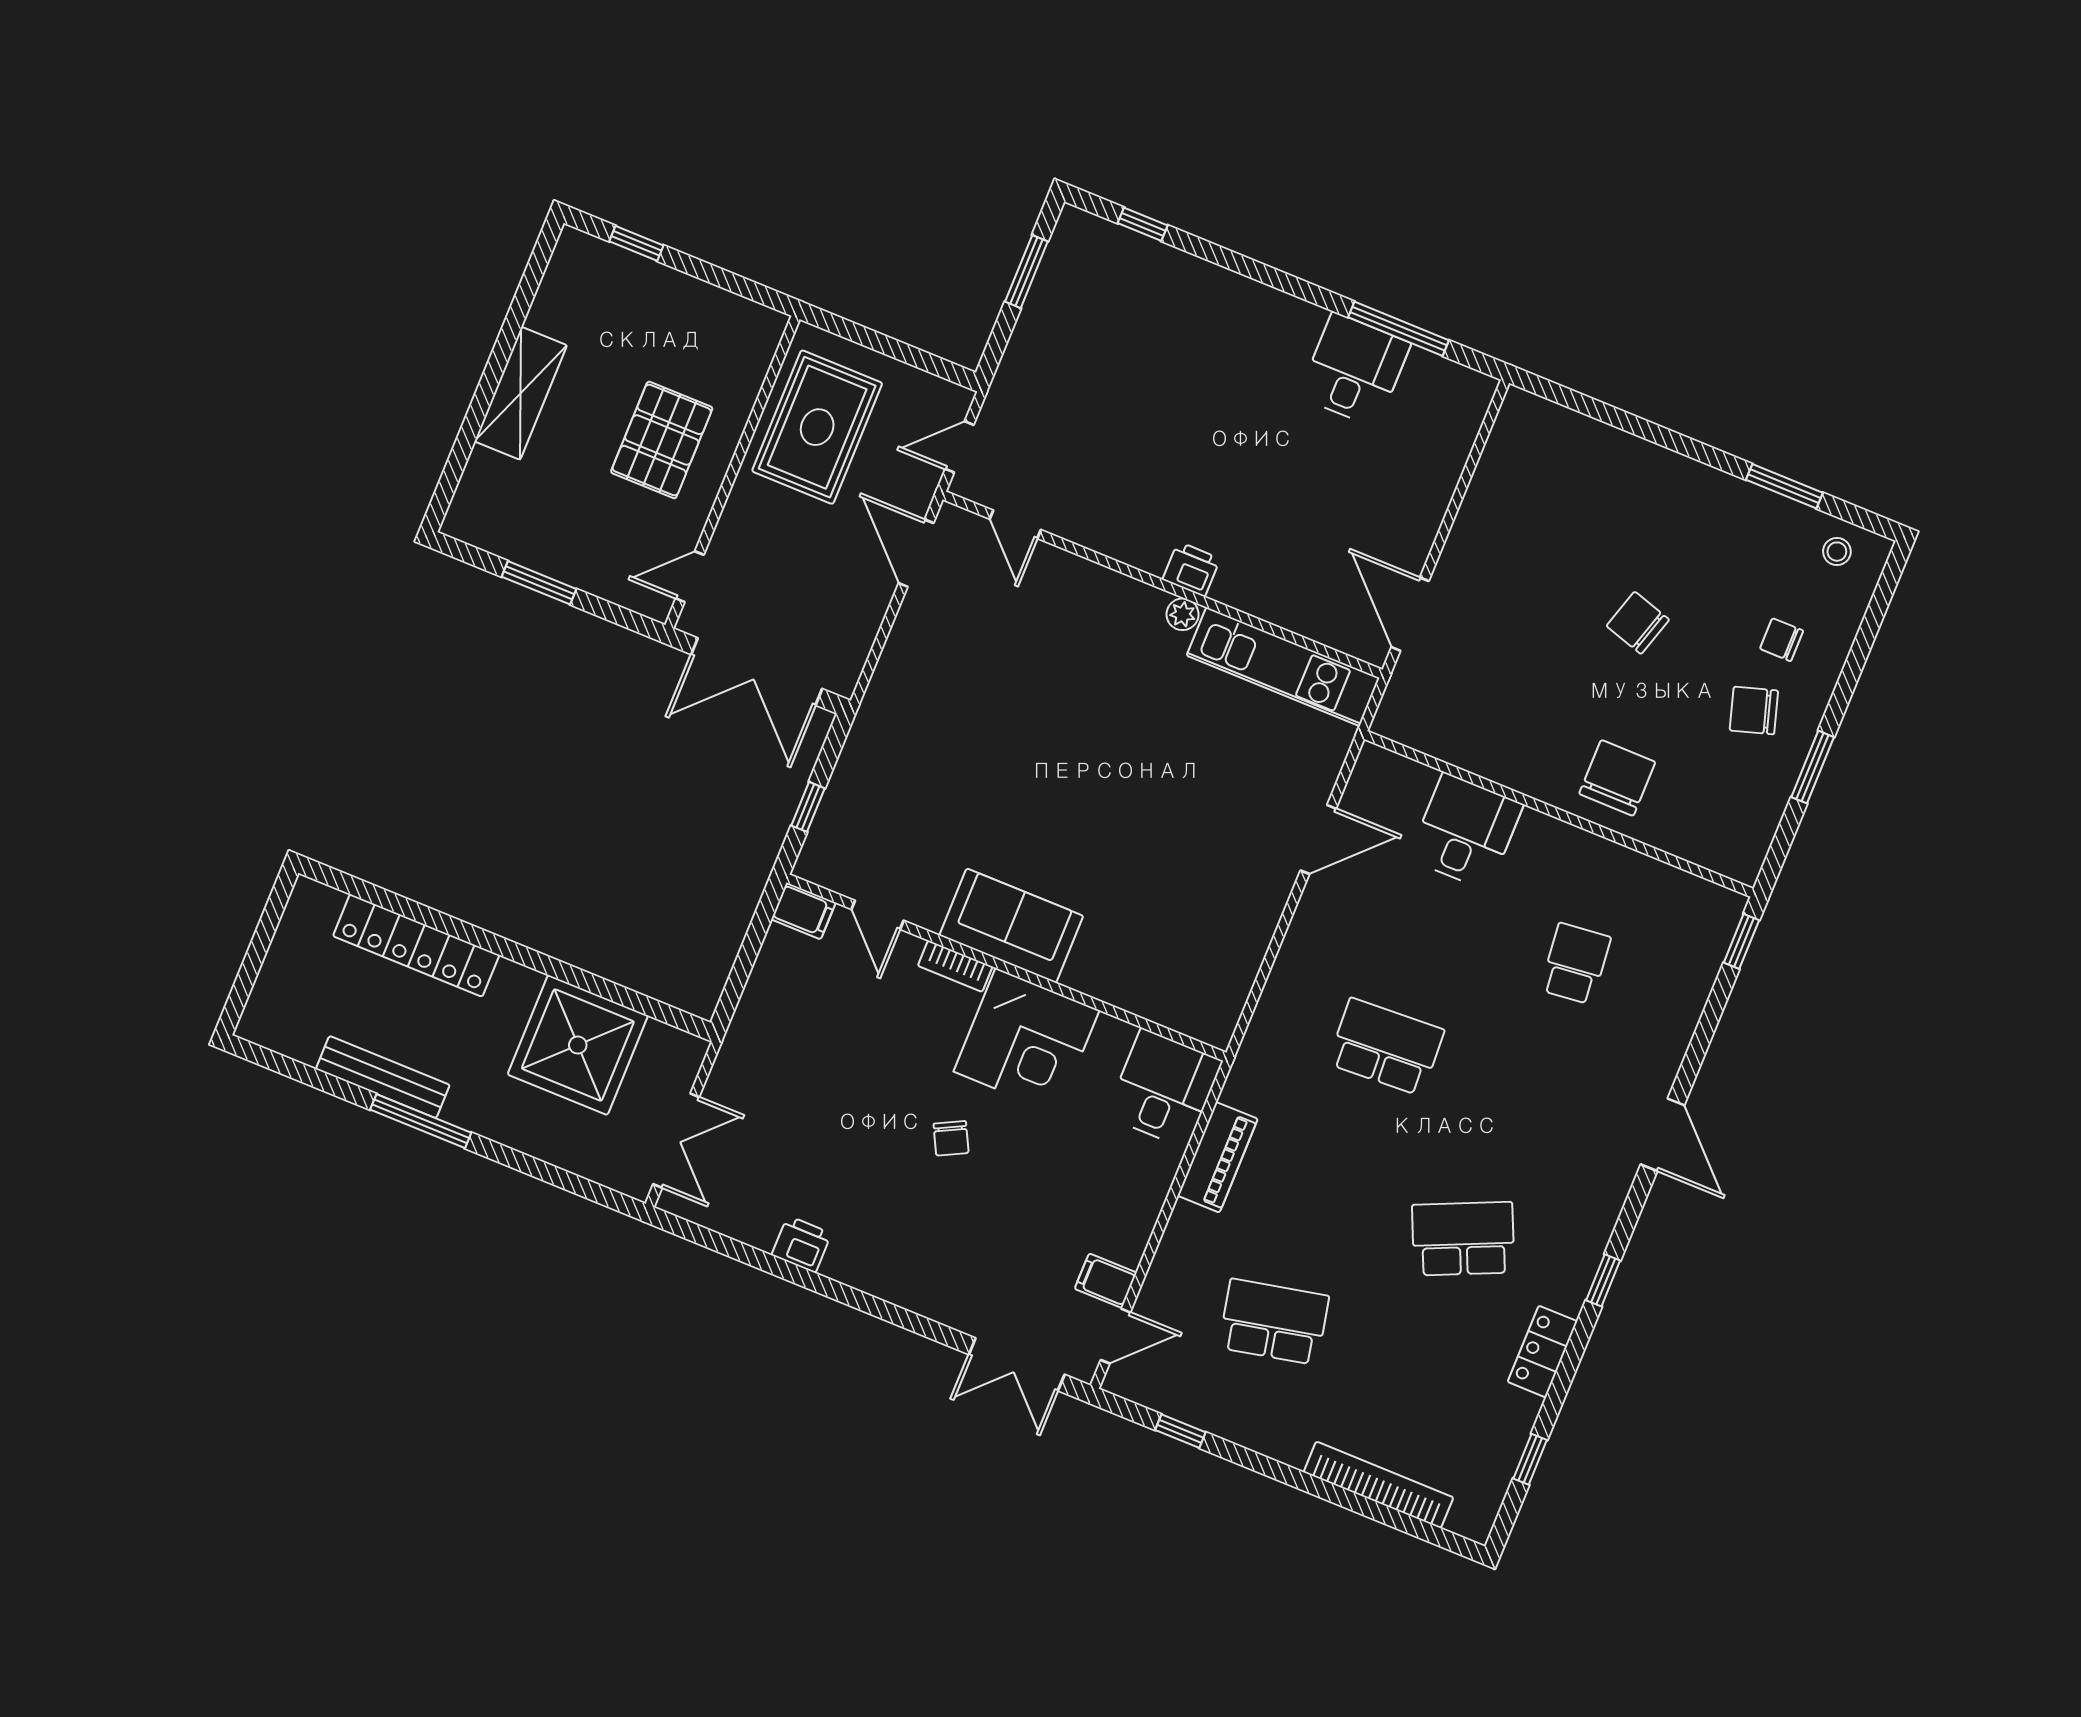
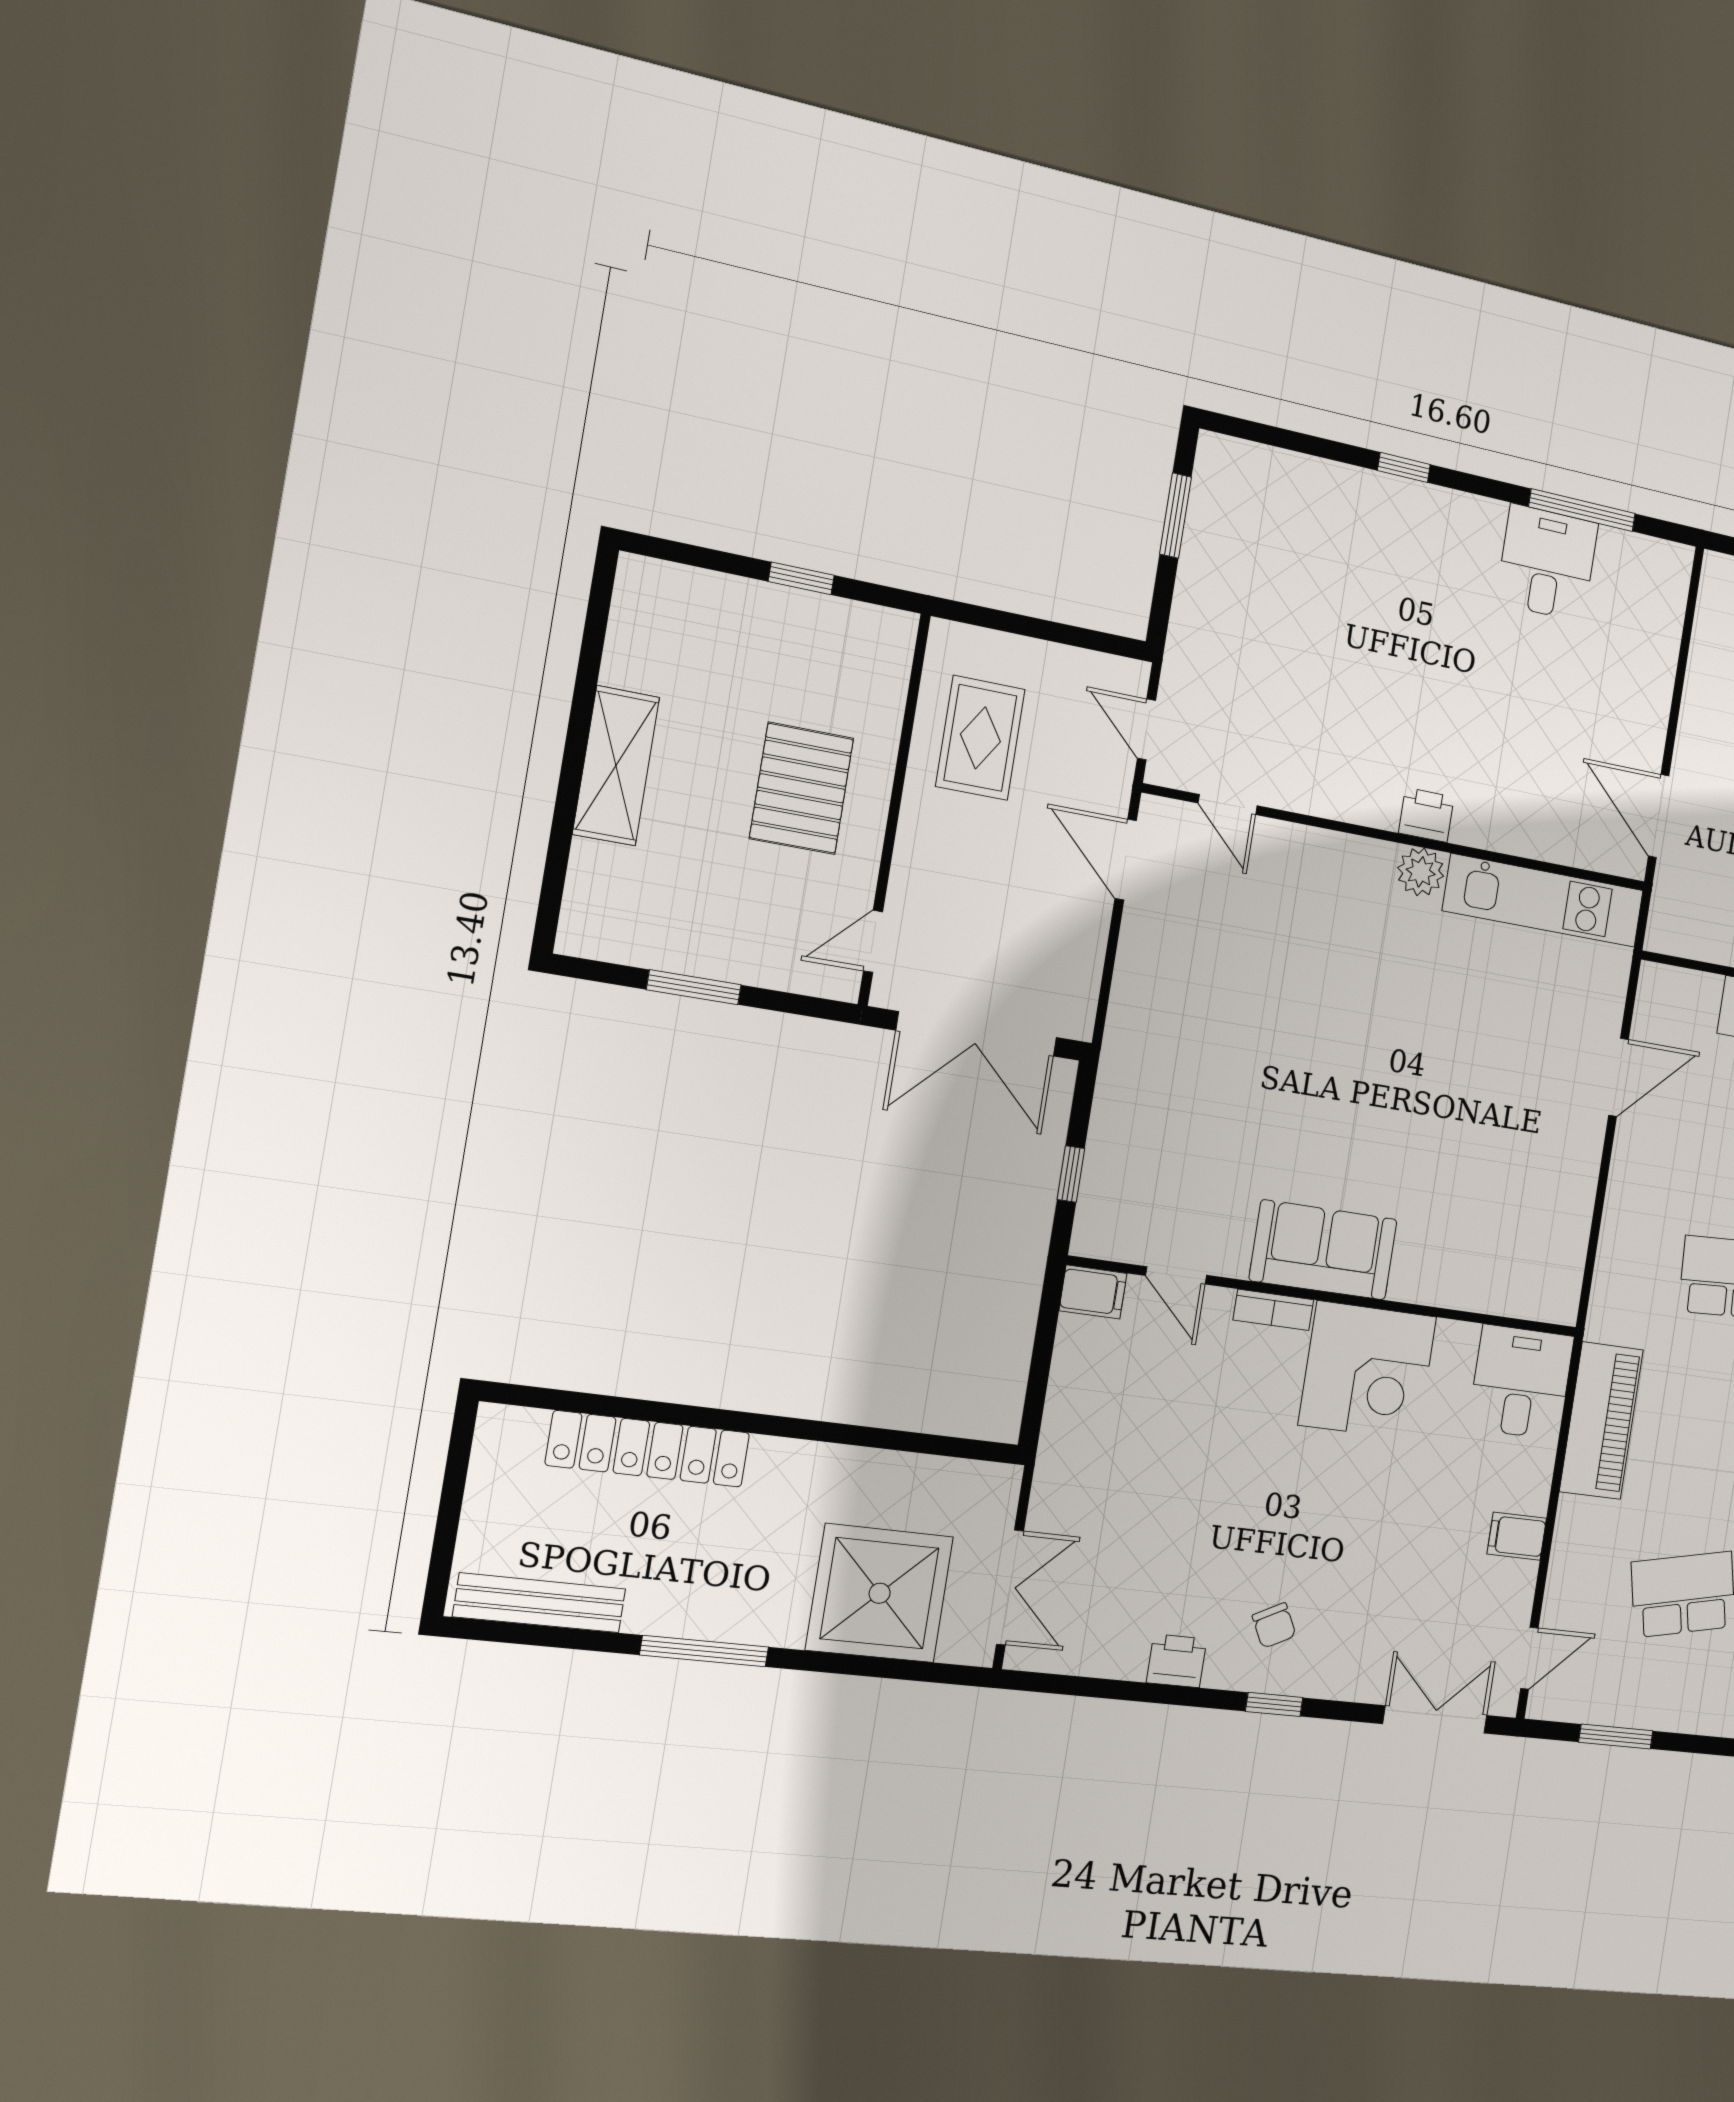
window: (1143, 224) -> (1404, 467), moved
window: (636, 243) -> (801, 578), moved
rug: (817, 427) -> (980, 738), width x0.73, depth x0.70
door: (959, 447) -> (1146, 729), hinge flipped
plant: (1183, 614) -> (1421, 872), width x1.38, depth x1.38
shower: (578, 1045) -> (880, 1593), moved
bench: (383, 1077) -> (540, 1603), moved
chair: (951, 1138) -> (1274, 1625), moved
piano: (1218, 1157) -> (1601, 1421), width x1.37, depth x1.33
filing cabinet: (1106, 1281) -> (1517, 1536), moved
window: (877, 1307) -> (1274, 1704), added
double door: (1017, 1364) -> (1435, 1720), swing flipped
window: (1180, 1431) -> (1616, 1736), width x1.50

